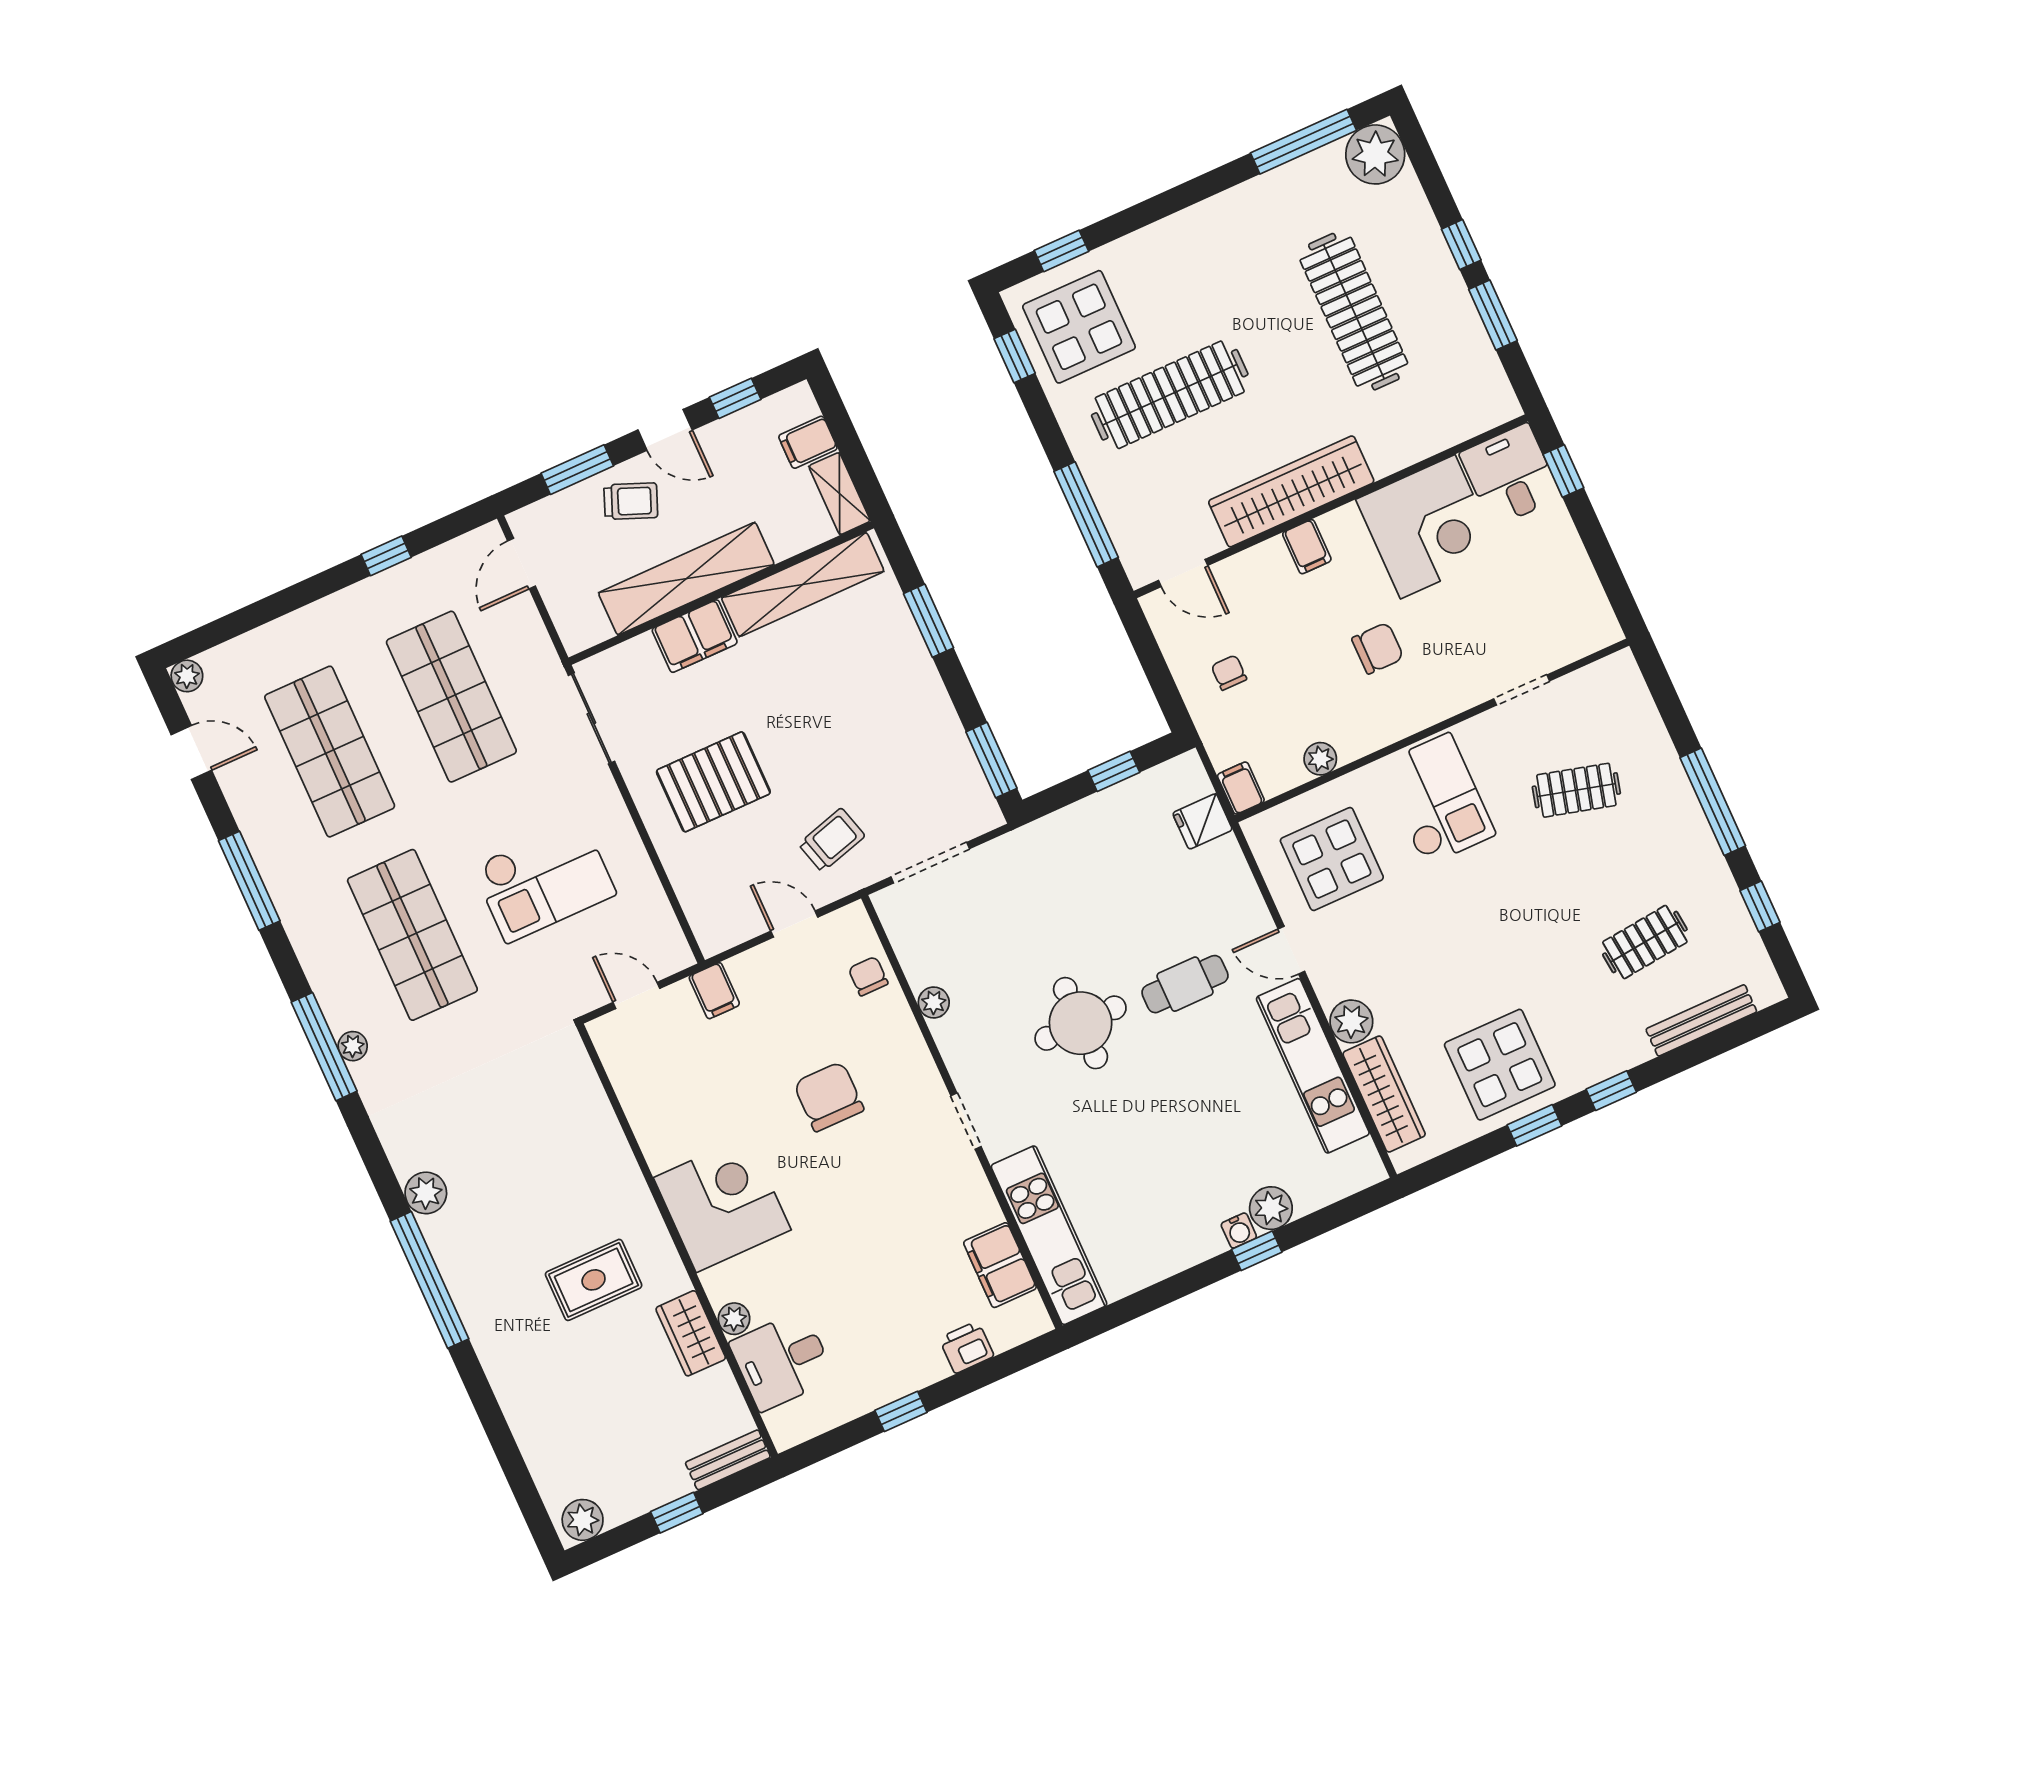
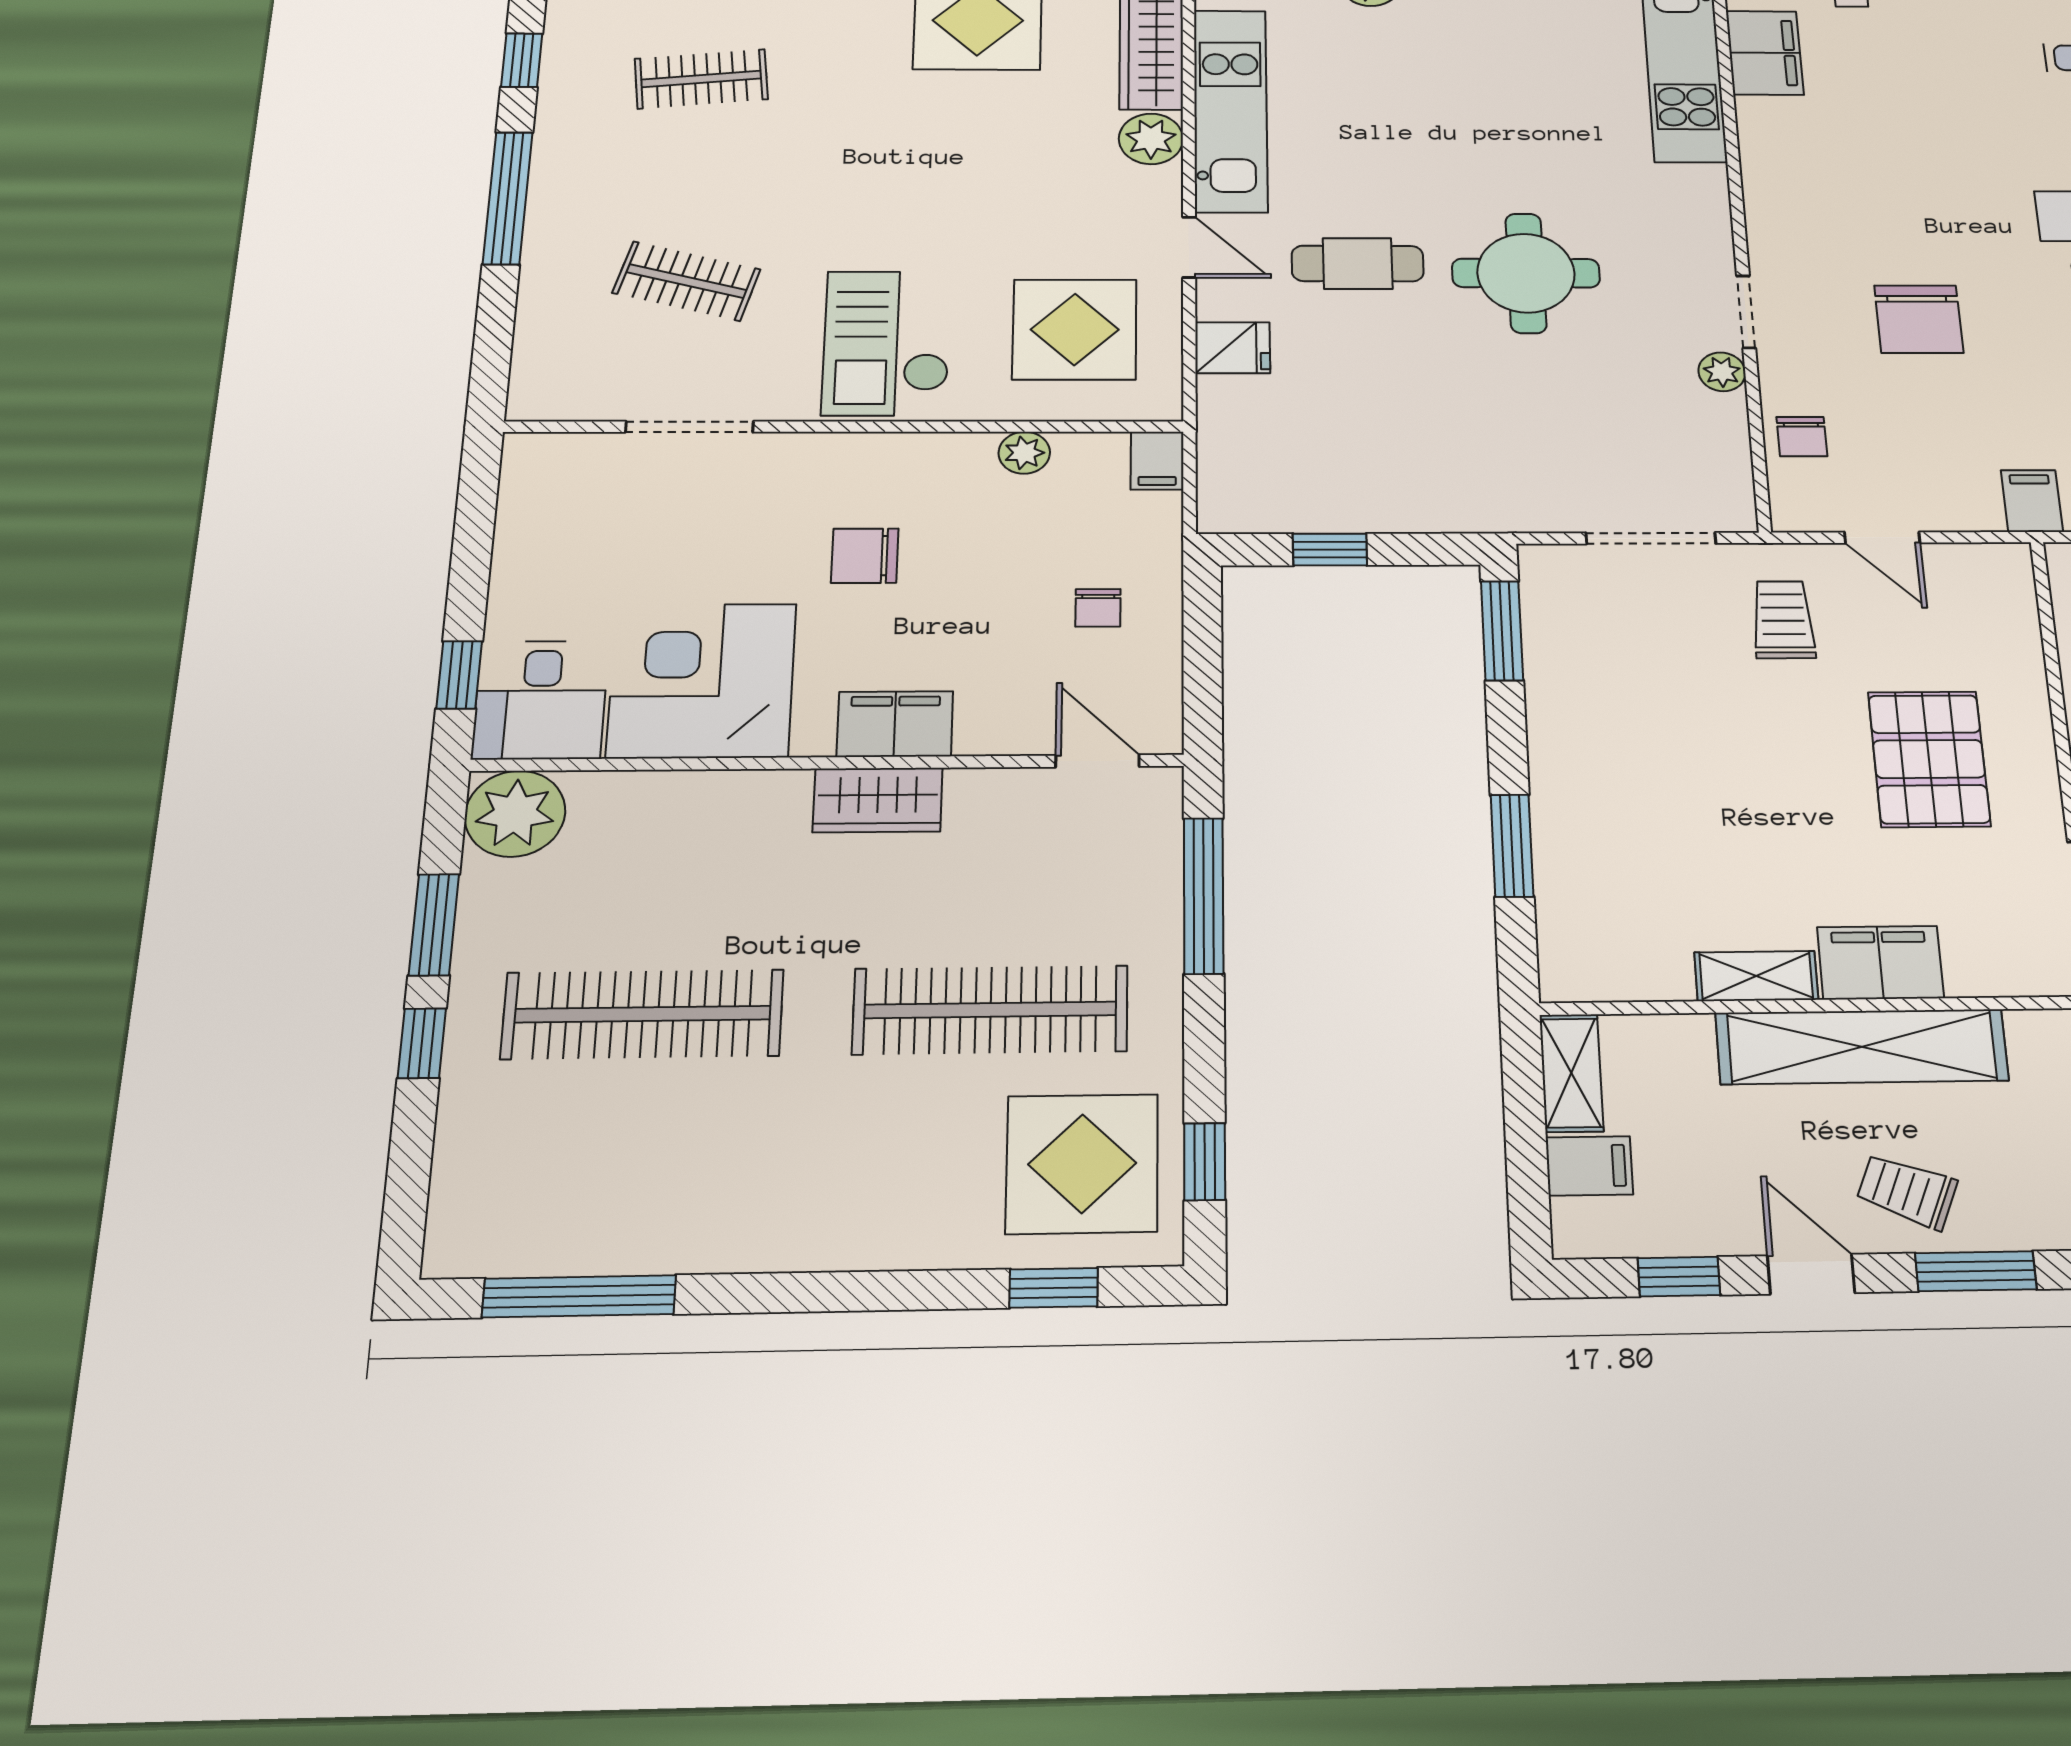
plant: (1375, 154) -> (515, 814), moved
clothes rail: (1354, 312) -> (643, 1014), turned 90
wardrobe: (1291, 491) -> (878, 800), width x0.48, depth x0.85
filing cabinet: (1307, 547) -> (895, 724), width x2.00
shelving: (803, 584) -> (1756, 976), width x0.45, depth x0.75
doorway: (1522, 690) -> (689, 427), width x1.38
pallet: (713, 782) -> (1929, 759), turned 90
fridge: (1202, 821) -> (1233, 348), moved
trolley: (832, 840) -> (1783, 620), turned 106
doorway: (966, 1121) -> (1746, 312), moved

